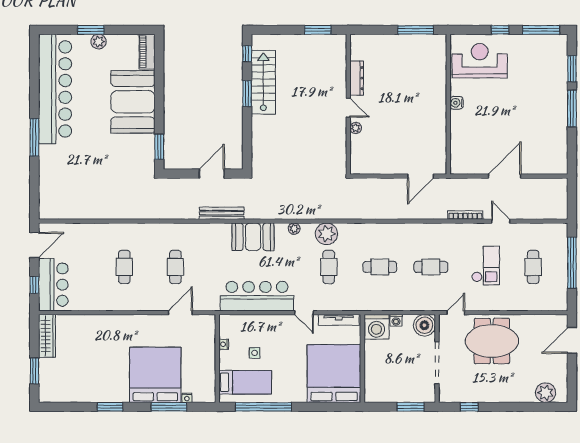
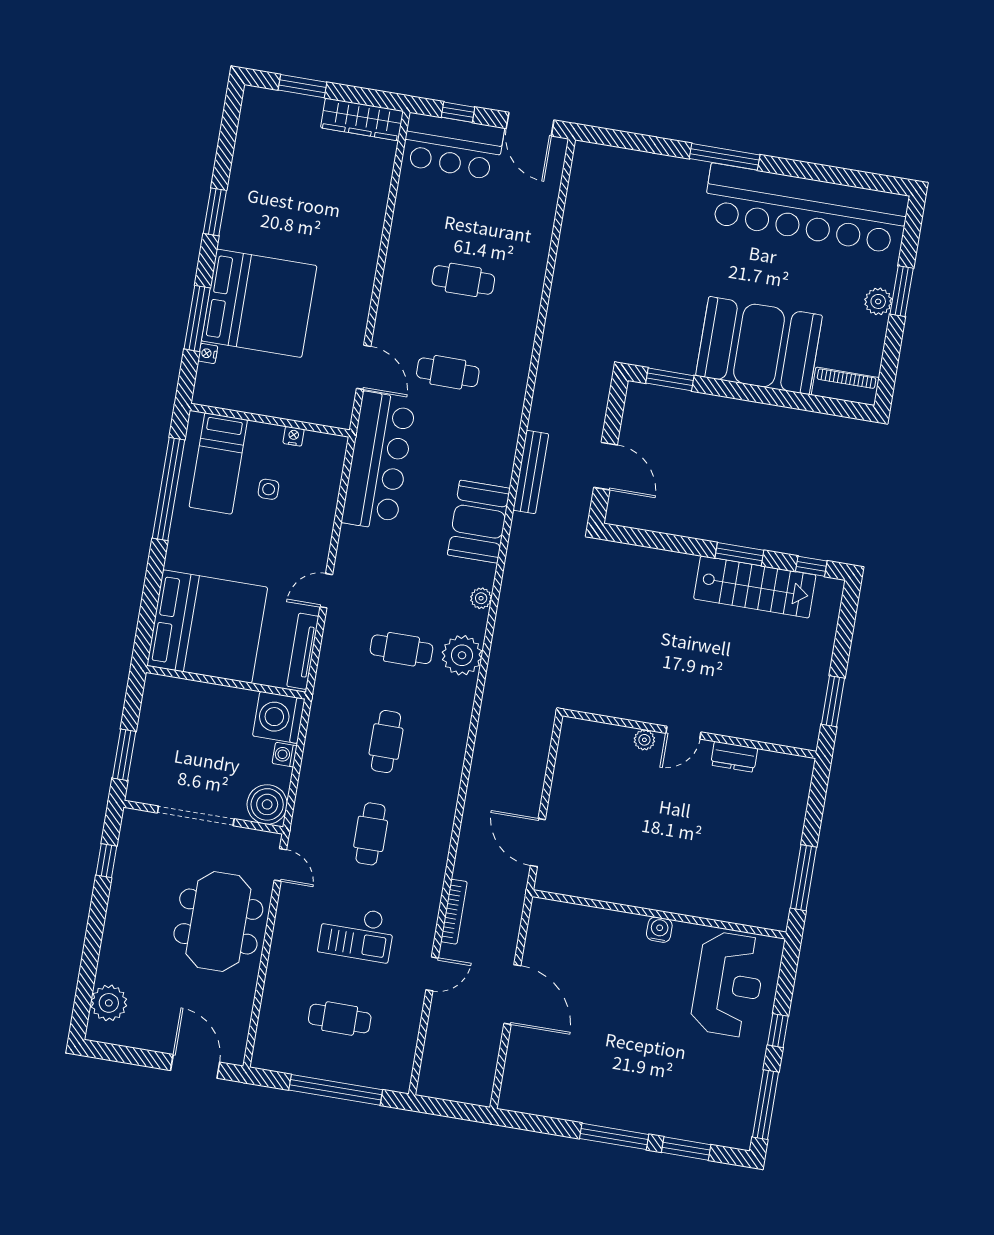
dresser: (357, 78) -> (734, 757), width x0.70
bar counter: (257, 296) -> (379, 461), moved

